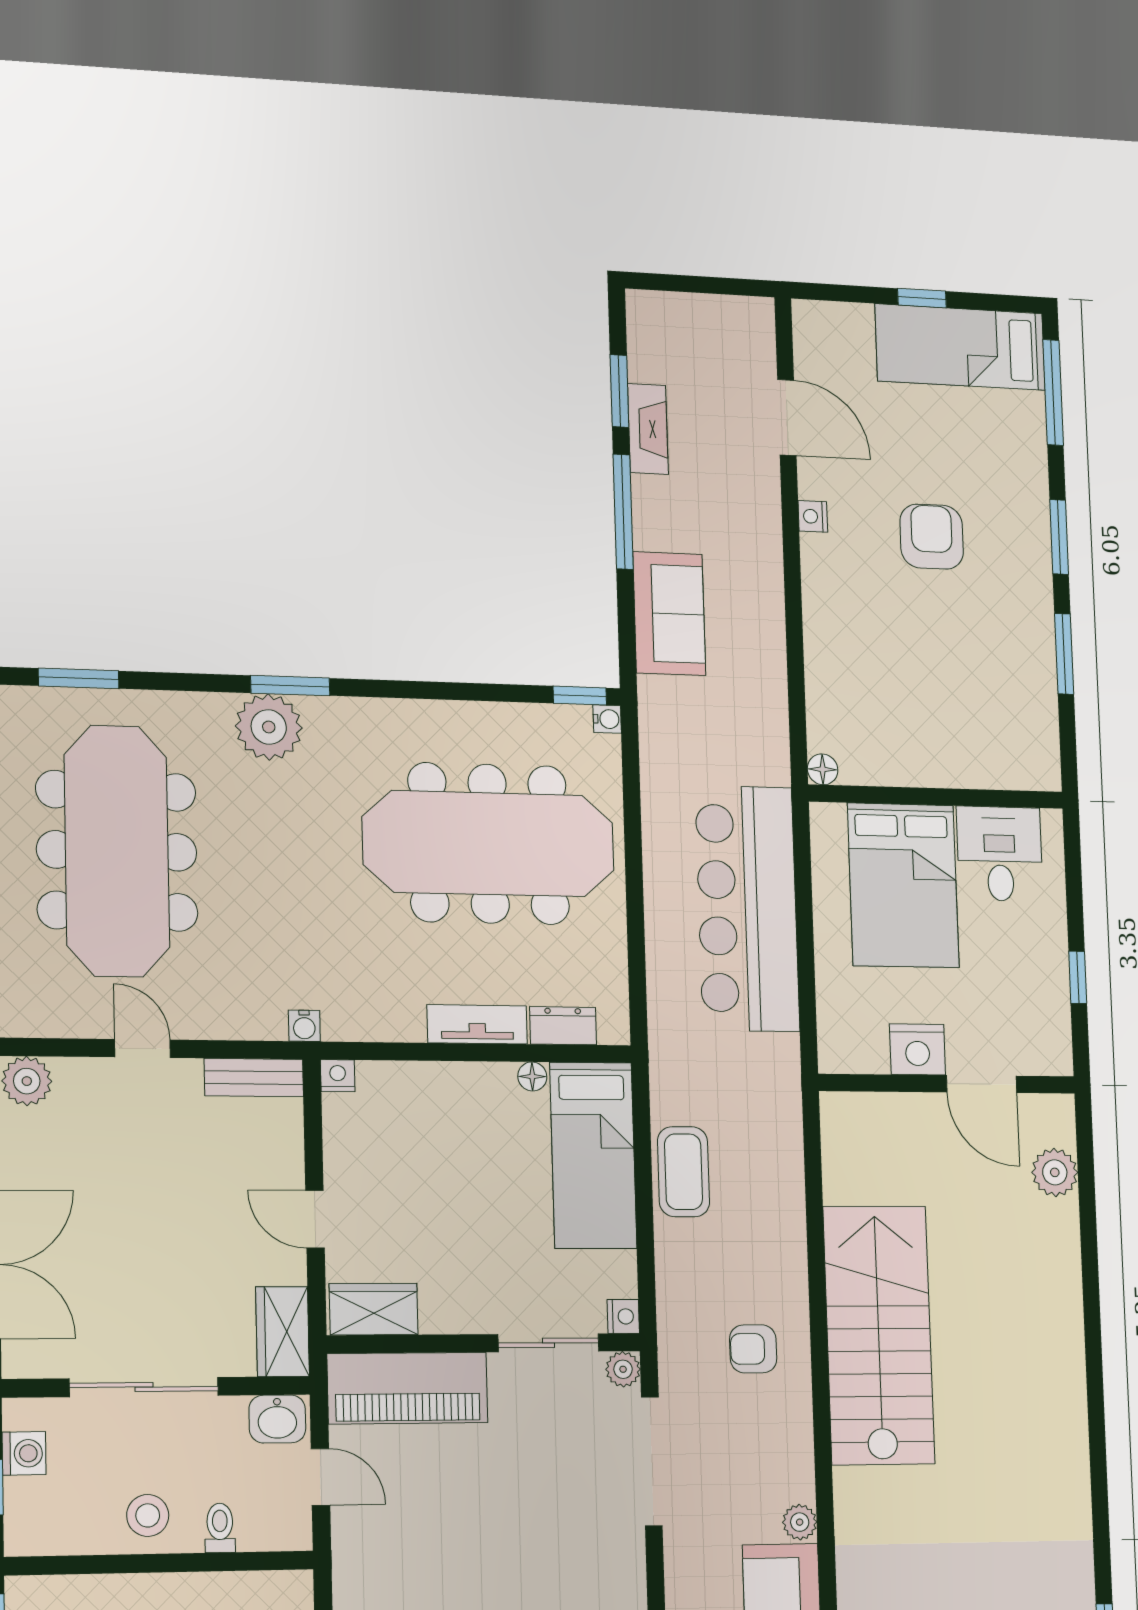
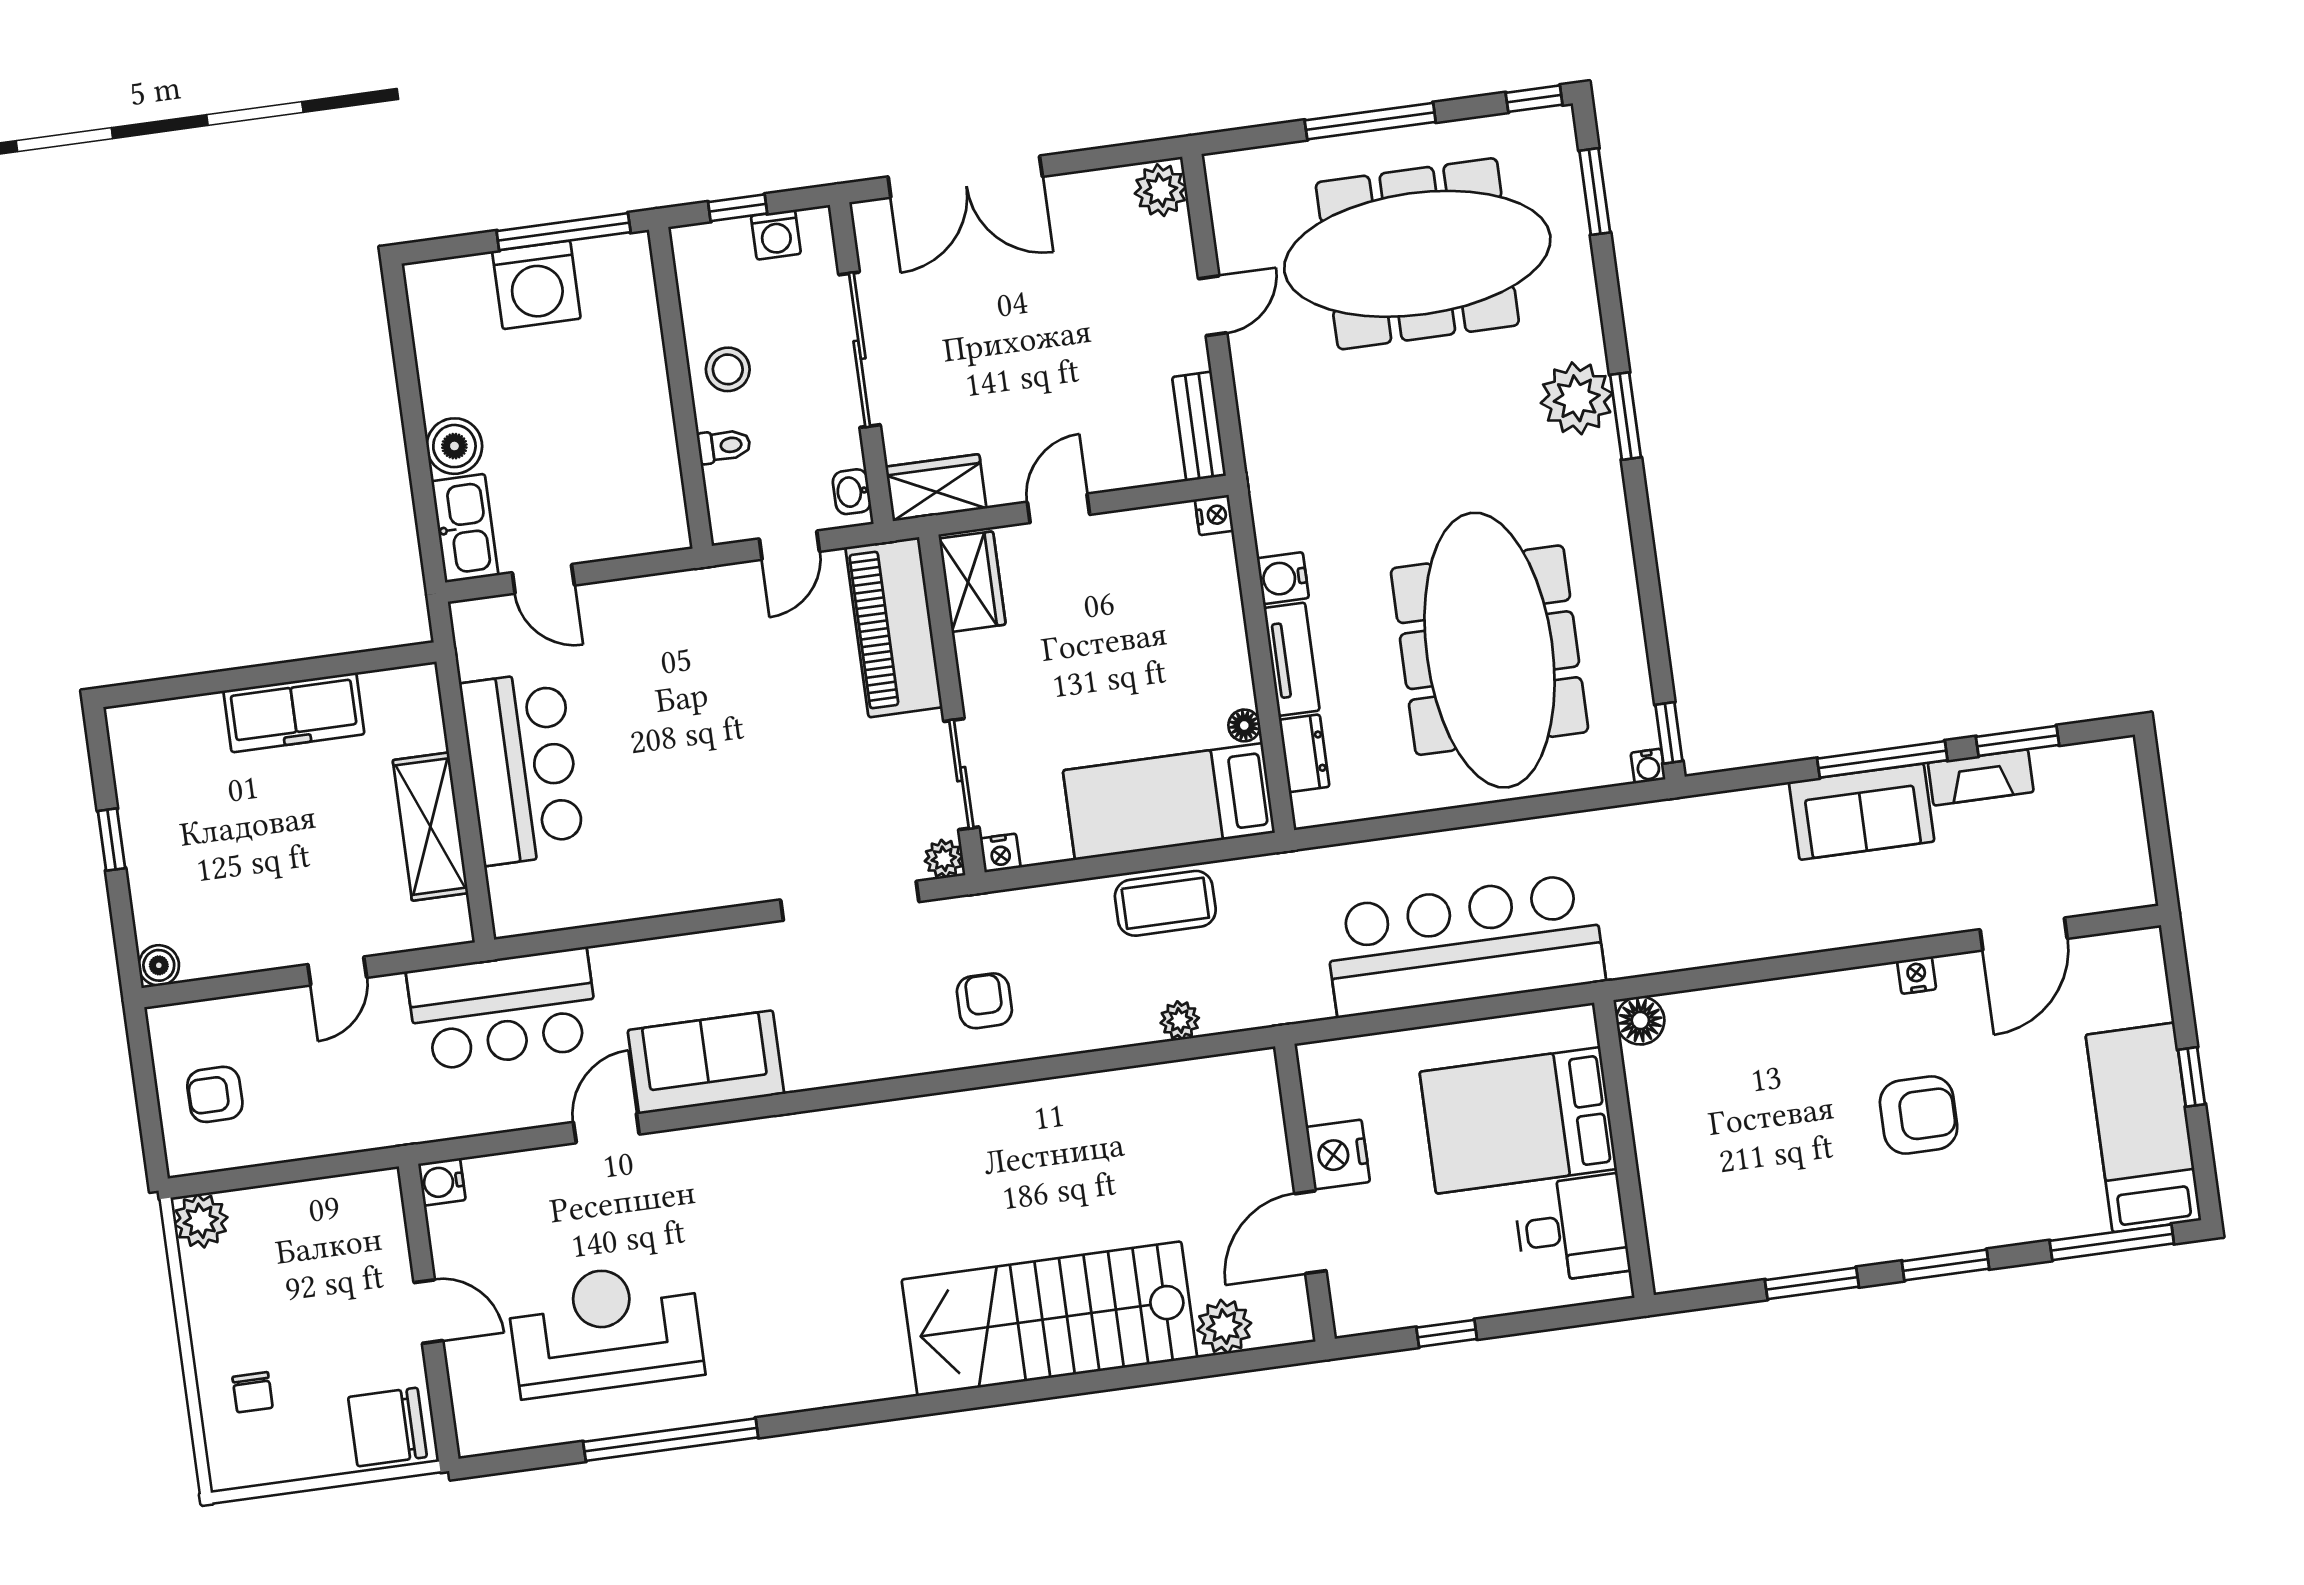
sofa: (669, 614) -> (1862, 812), moved
floor lamp: (823, 769) -> (1640, 1020), width x1.37, depth x1.37
water cooler: (304, 1026) -> (1283, 578), moved, width x1.38, depth x1.38
stairs: (879, 1335) -> (1049, 1319), moved, turned 180
washbasin: (277, 1419) -> (852, 492), width x0.72, depth x0.69
plant: (800, 1522) -> (1180, 1020), moved

